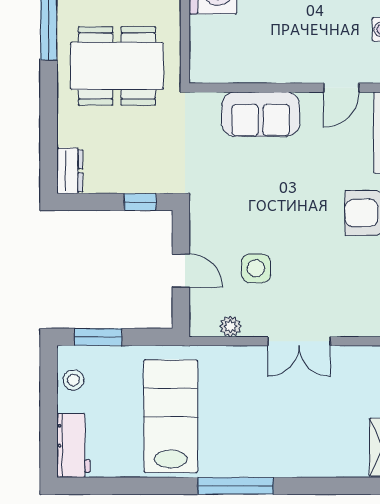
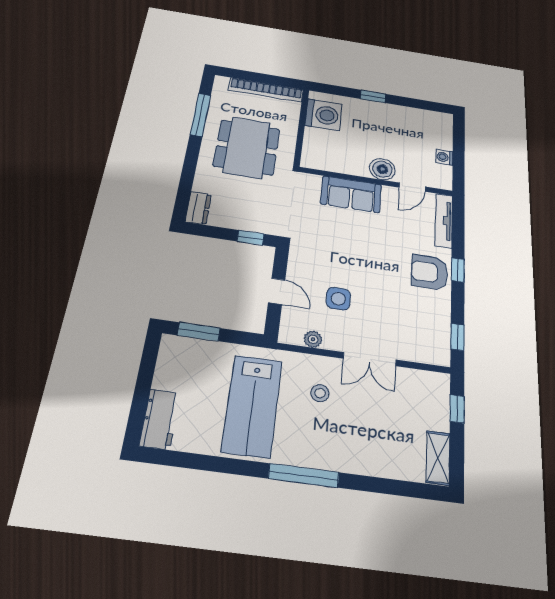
dining table: (117, 66) -> (247, 147), turned 90
boiler: (300, 66) -> (382, 169), added
stool: (73, 380) -> (320, 393), moved
lab bench: (171, 416) -> (252, 406), turned 180

